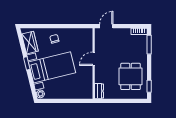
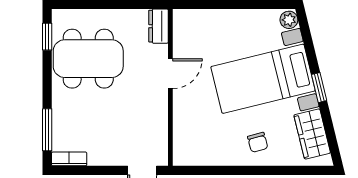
door: (94, 59) -> (170, 74), moved
dining table: (131, 76) -> (88, 59), width x1.38

